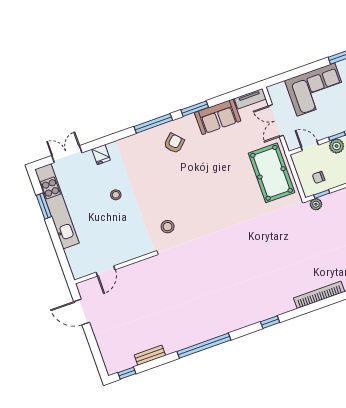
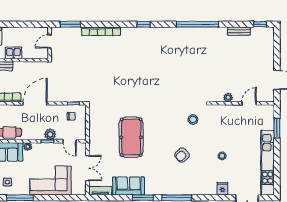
armchair: (174, 143) -> (182, 155), moved
pool table: (272, 173) -> (131, 137), moved
plant: (316, 204) -> (228, 98), moved
window: (44, 206) -> (277, 128), moved

